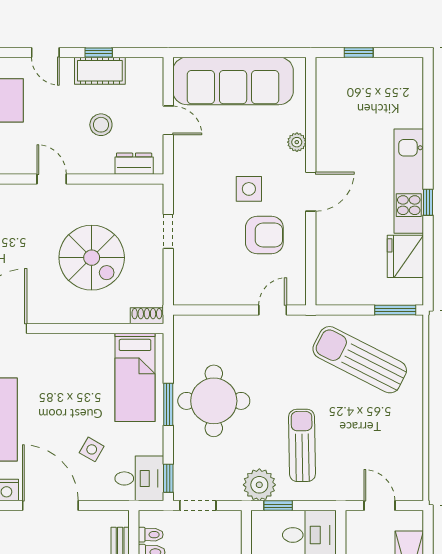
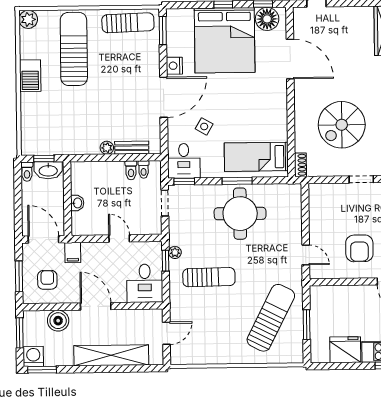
window: (395, 310) -> (307, 325), moved
plant: (259, 485) -> (175, 252), width x0.53, depth x0.53

